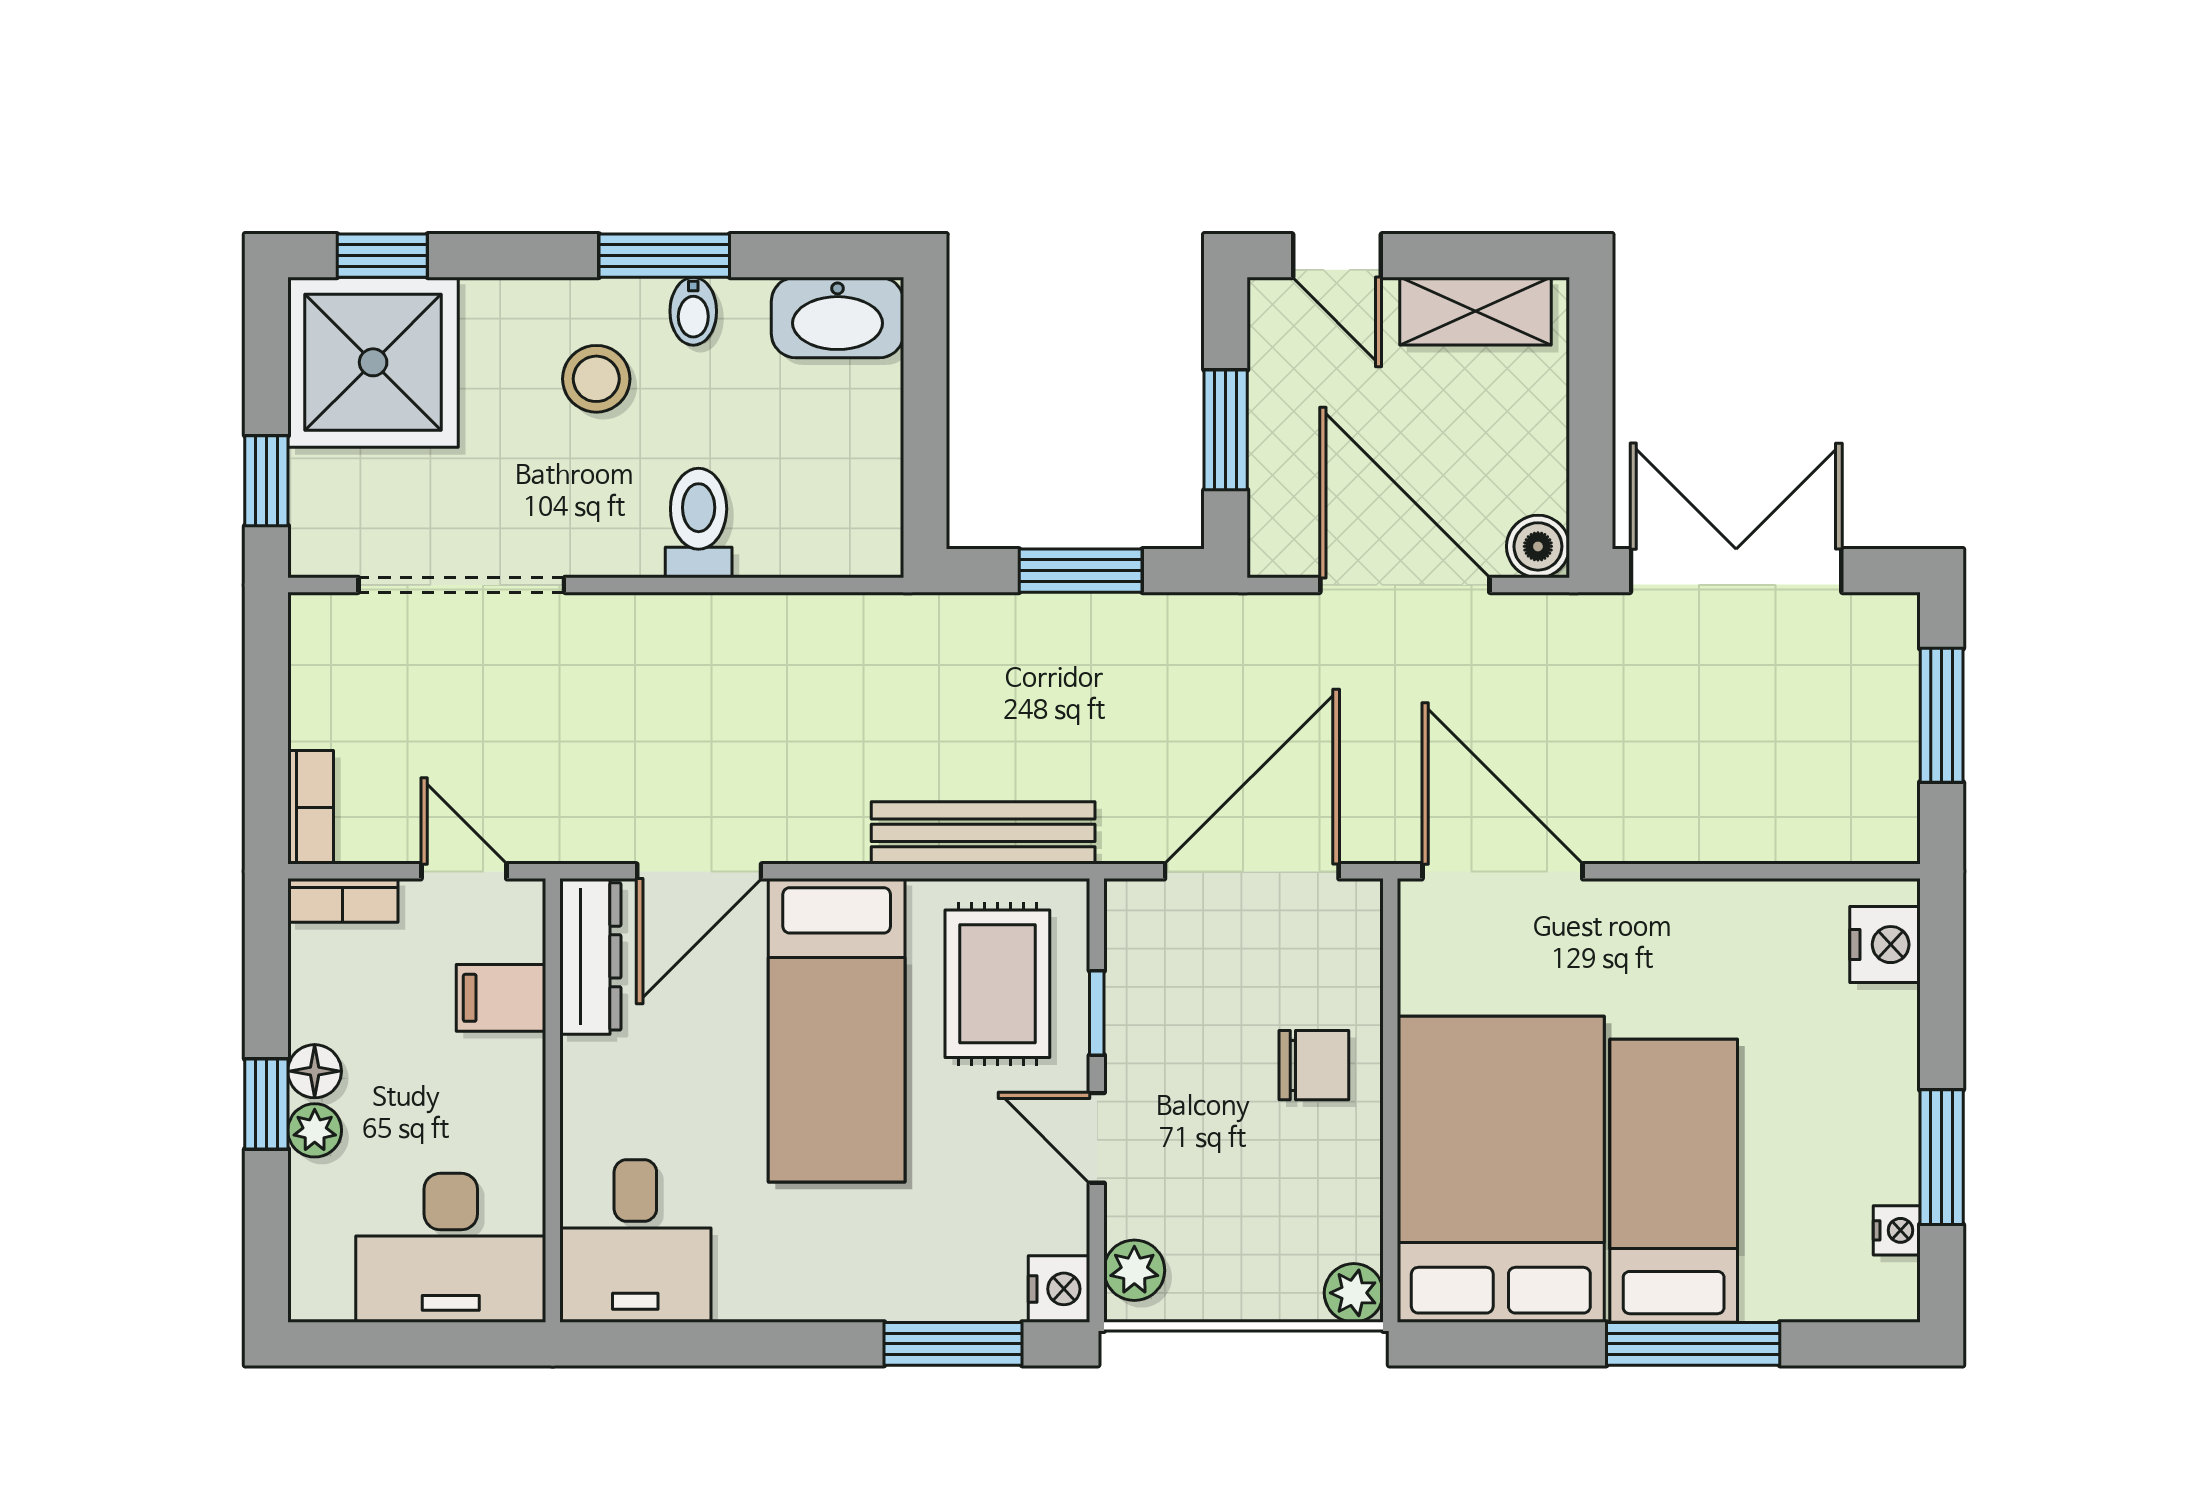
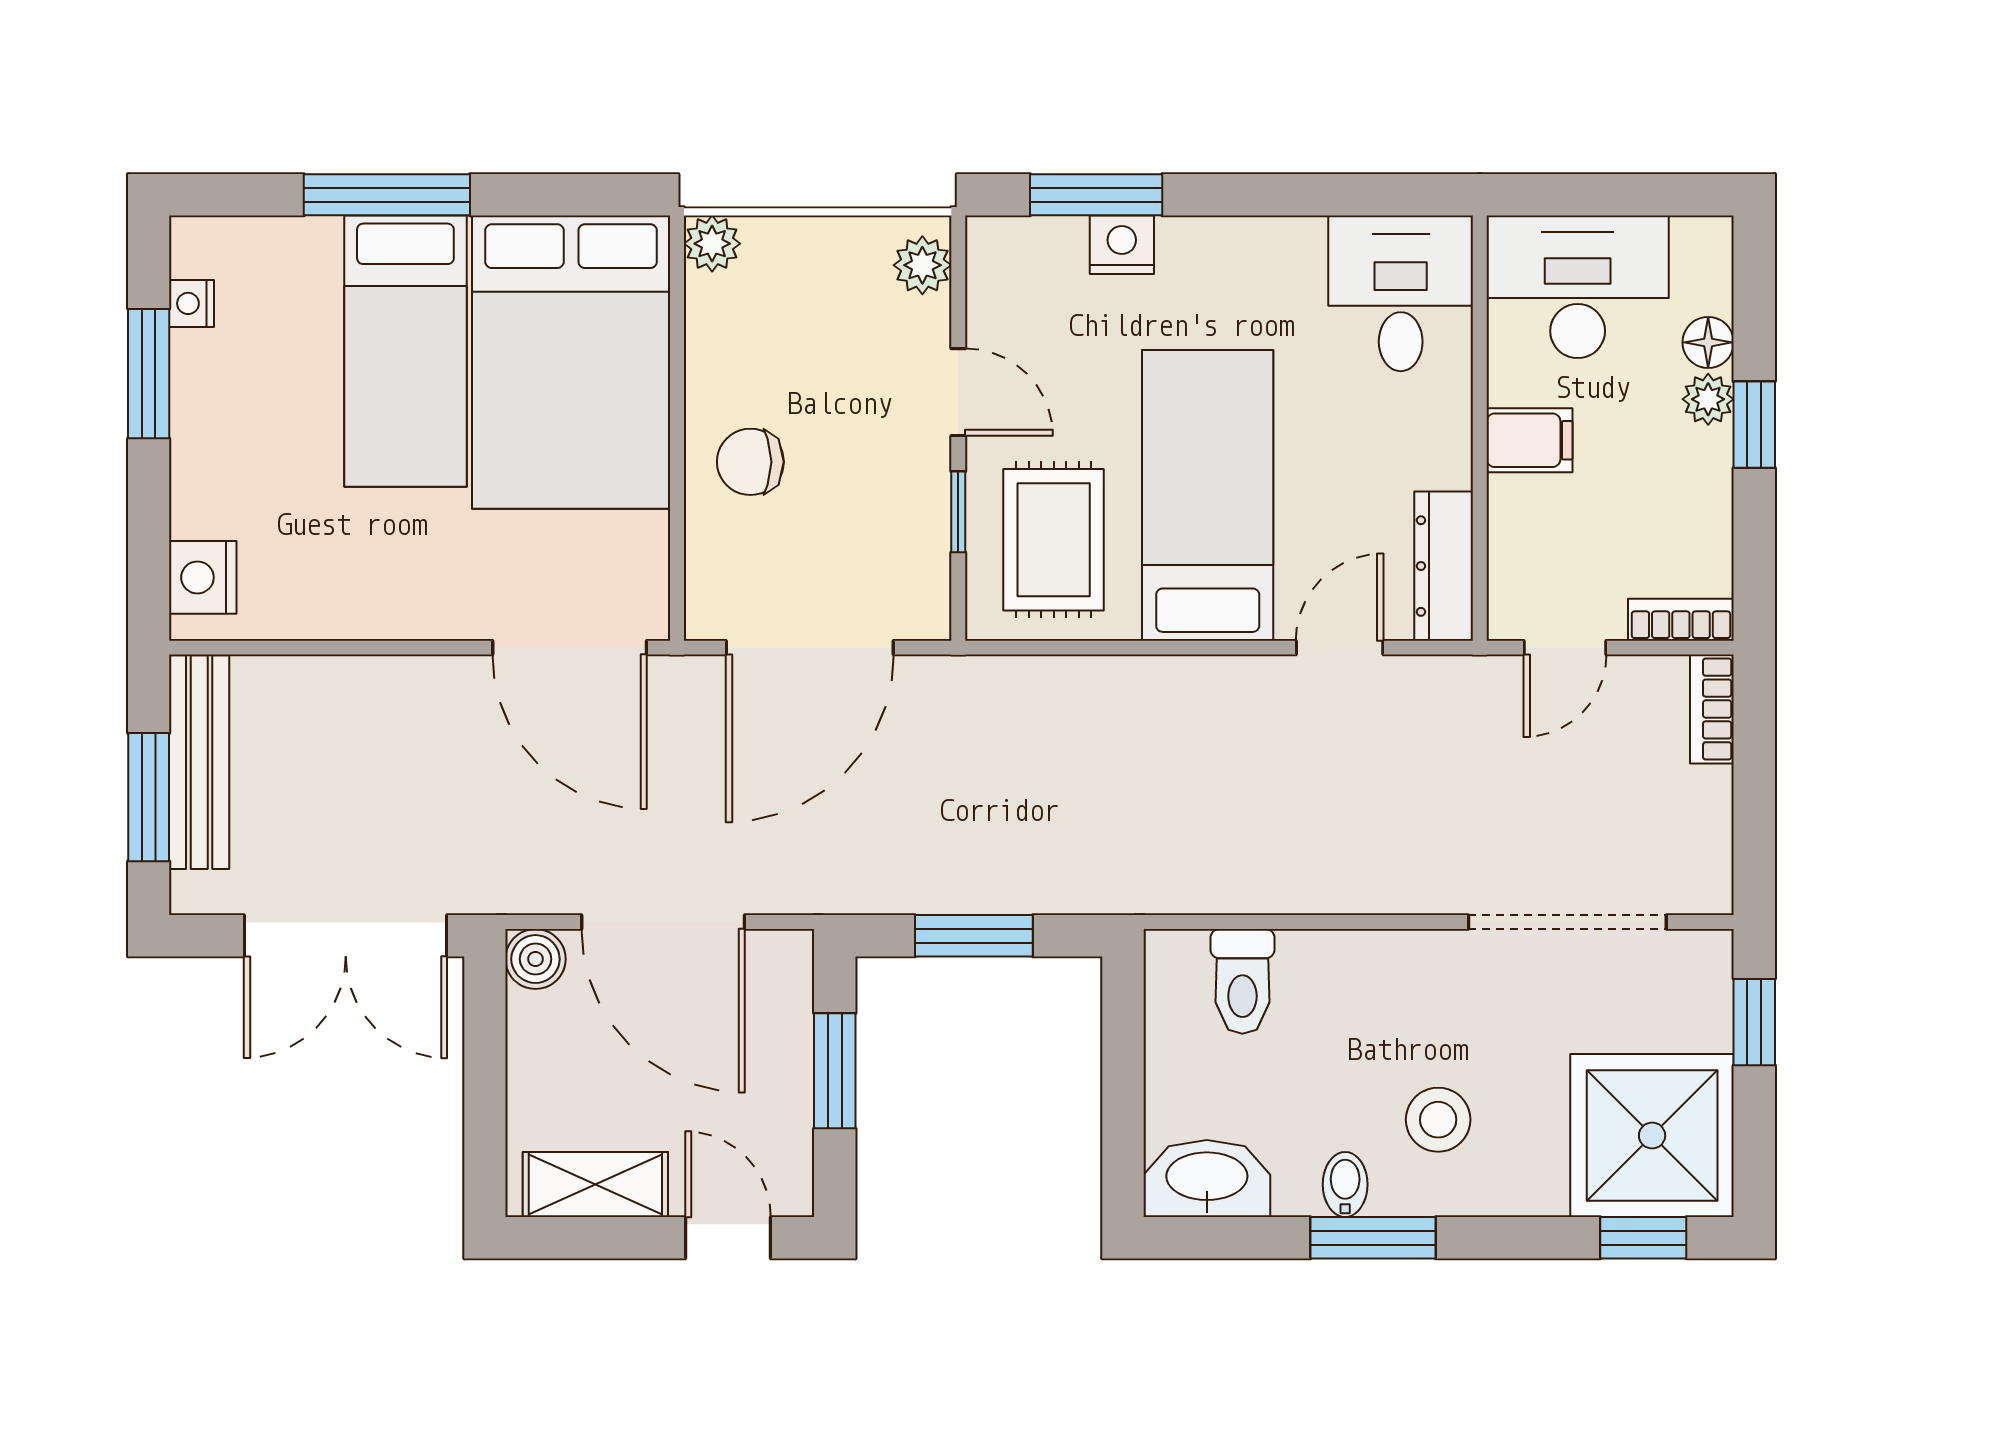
toilet: (699, 523) -> (1242, 981), moved
bench: (983, 833) -> (199, 762), moved, turned 90
door: (464, 871) -> (1565, 648), hinge flipped
door: (699, 871) -> (1340, 648), width x0.73
filing cabinet: (501, 998) -> (1529, 440), moved
floor lamp: (315, 1071) -> (1708, 342), moved
nightstand: (1059, 1289) -> (1122, 245), moved, turned 90

